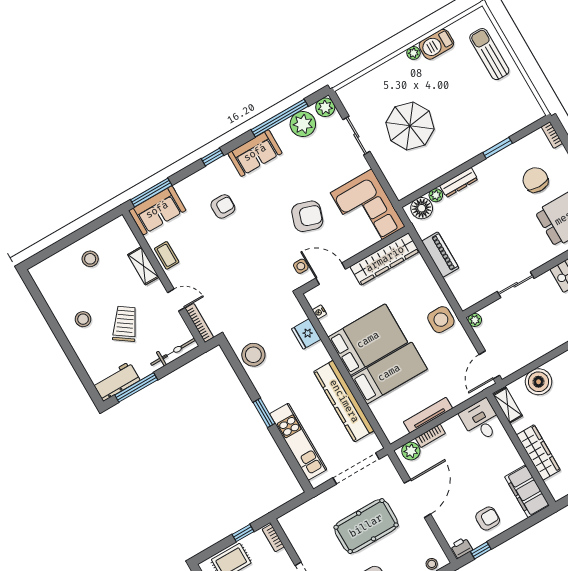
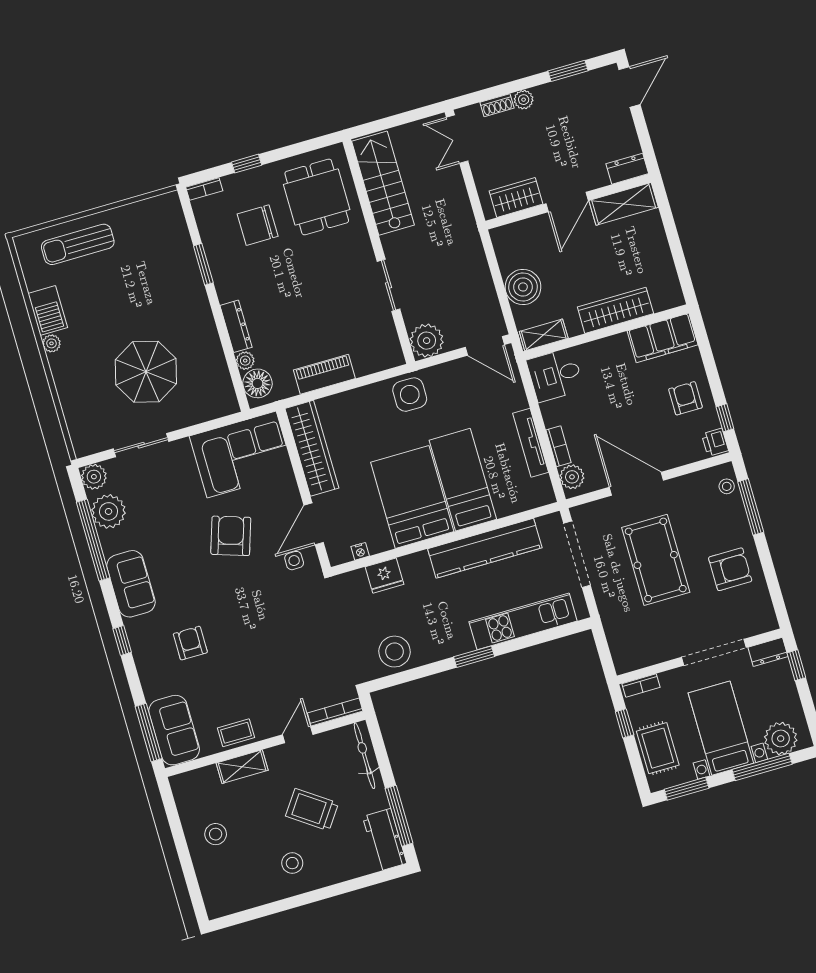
plant: (475, 320) -> (427, 341), width x1.88, depth x1.88

